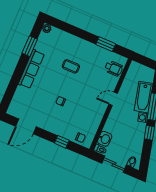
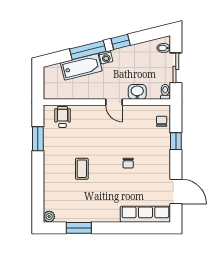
row of seats: (31, 69) -> (145, 214), moved
door: (113, 99) -> (114, 102), moved
washbasin: (105, 139) -> (137, 92), moved

